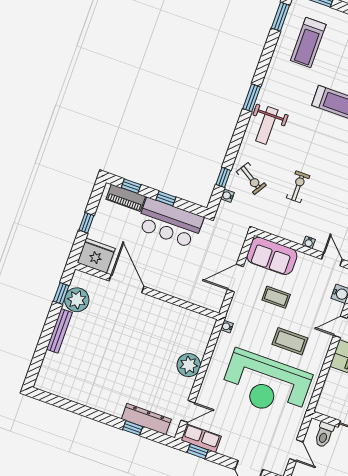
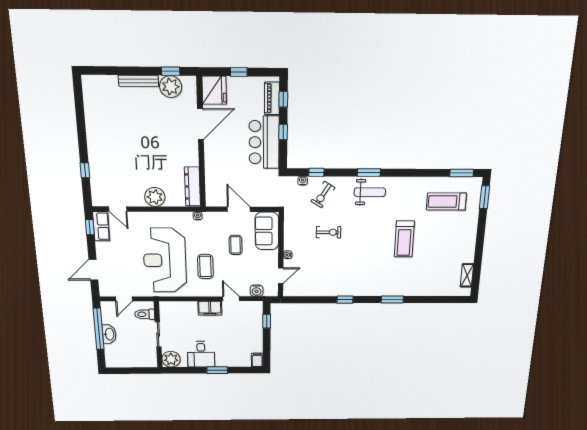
window: (252, 98) -> (369, 173), moved
weight bench: (267, 125) -> (370, 192), turned 180
dresser: (146, 419) -> (192, 187), moved, turned 180

